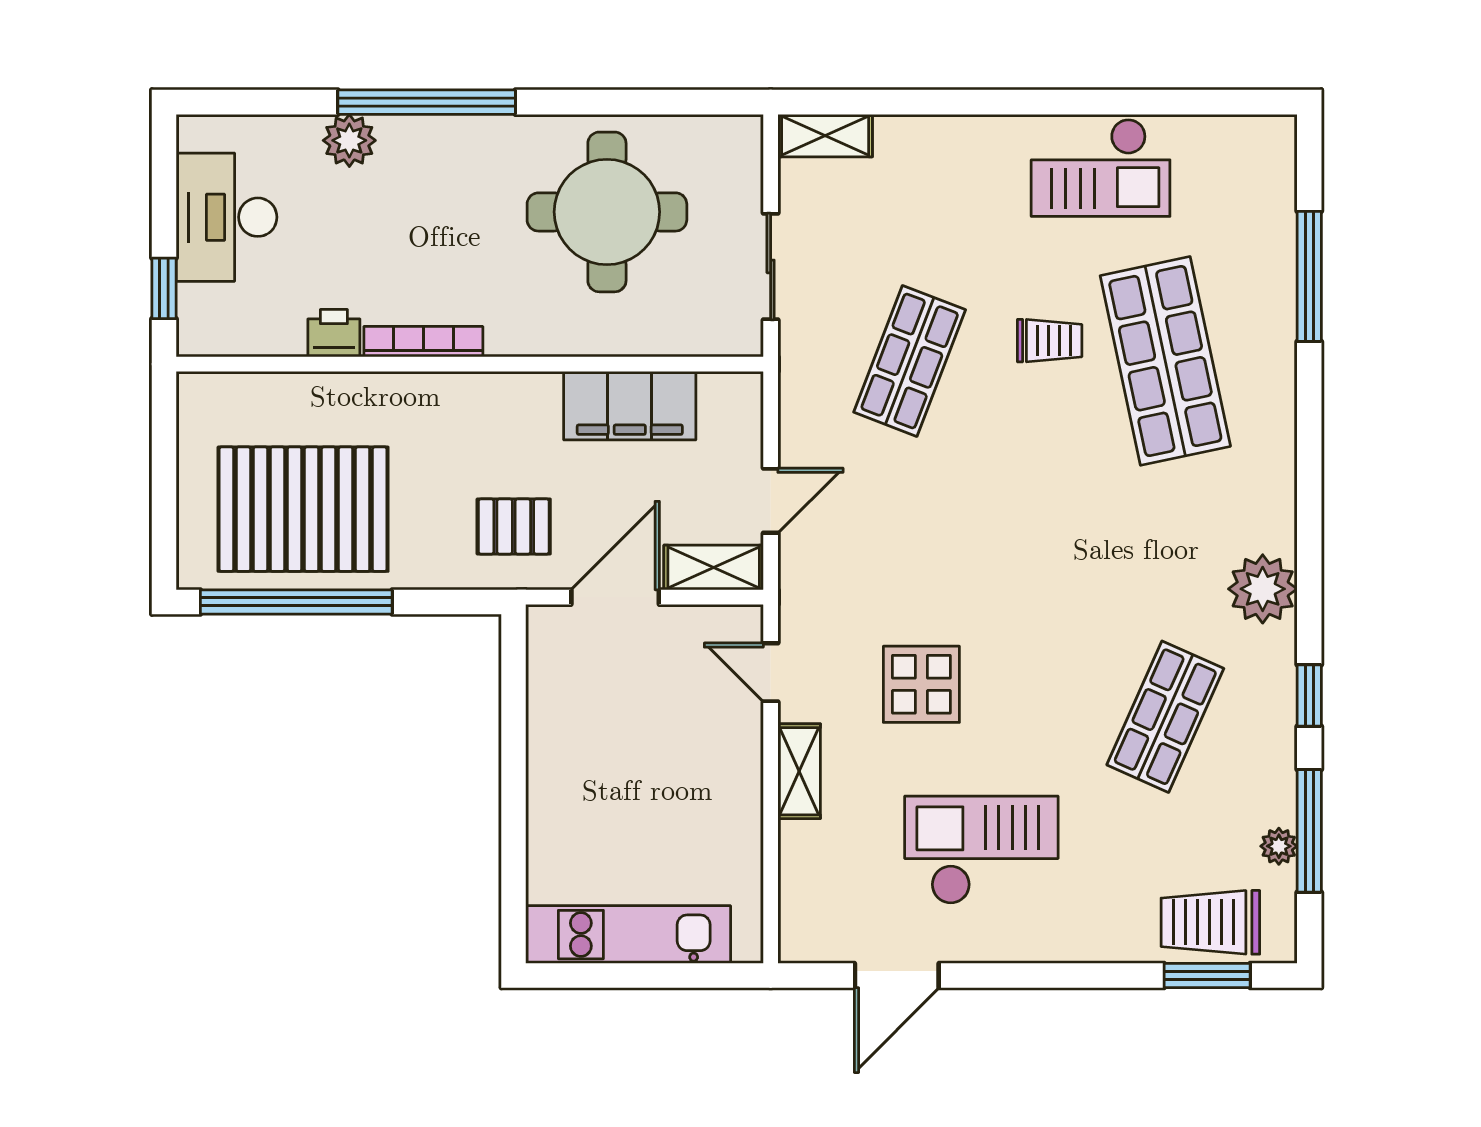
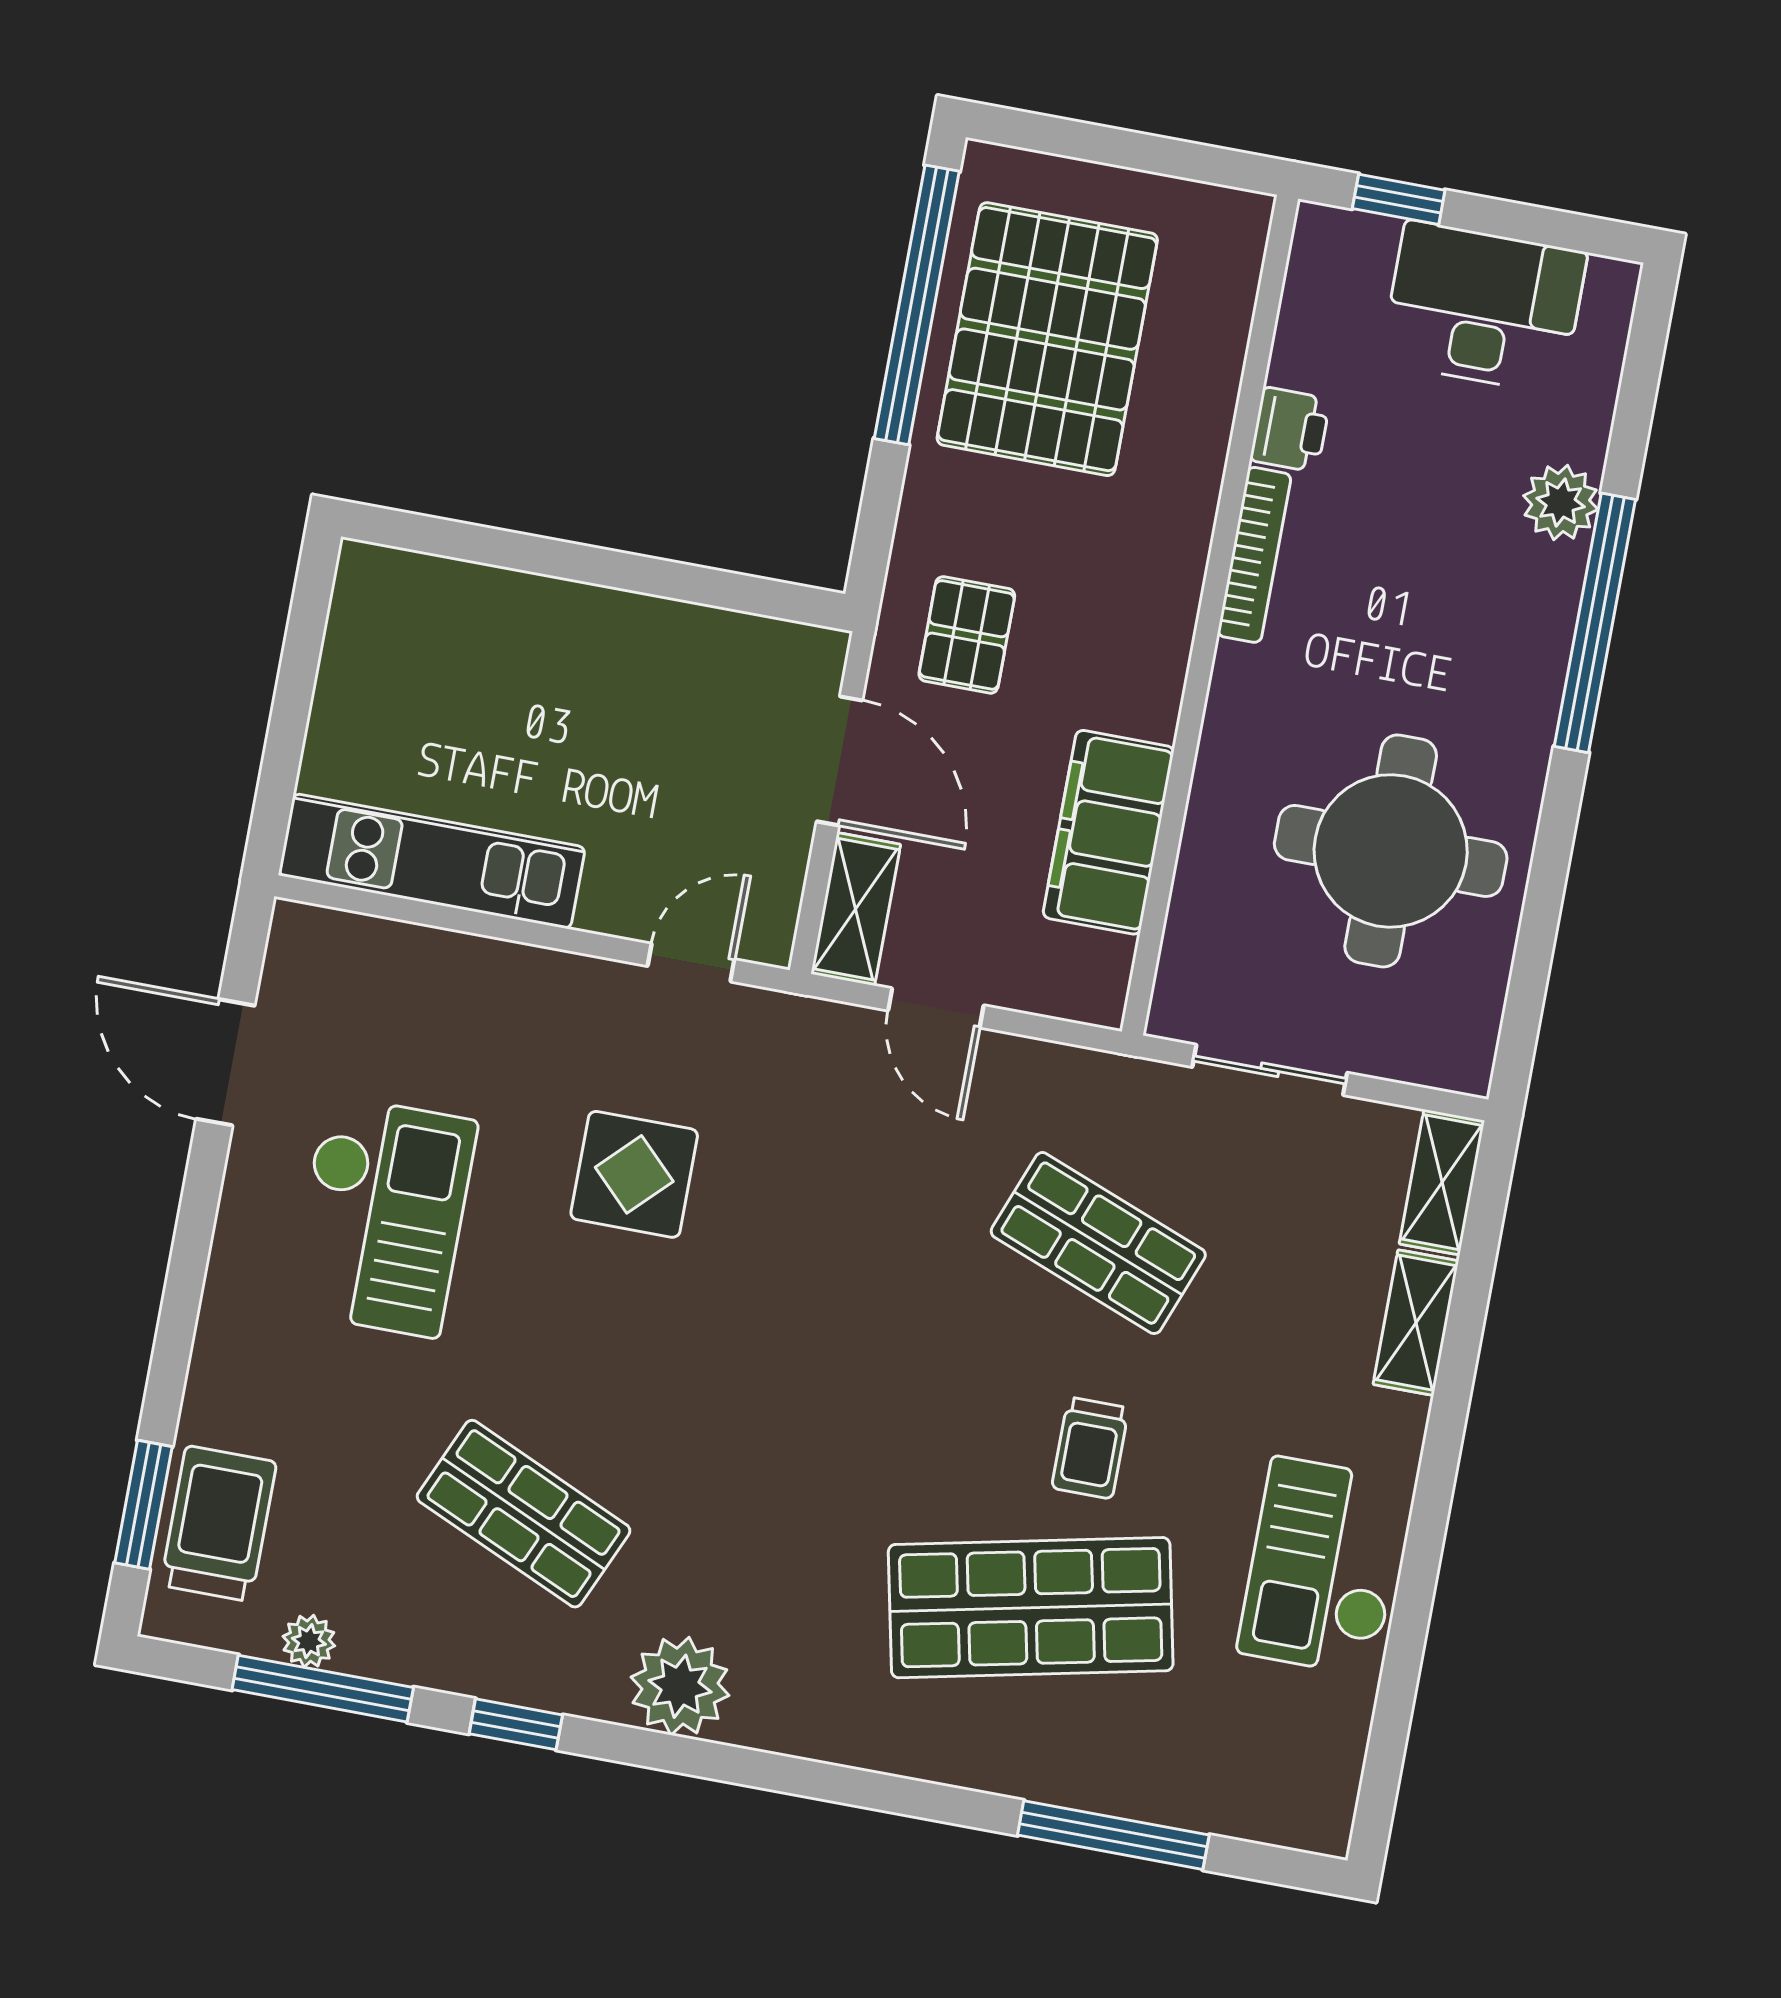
shelving: (799, 771) -> (1416, 1323), moved, turned 90
kitchen unit: (628, 935) -> (432, 861), moved, turned -90

